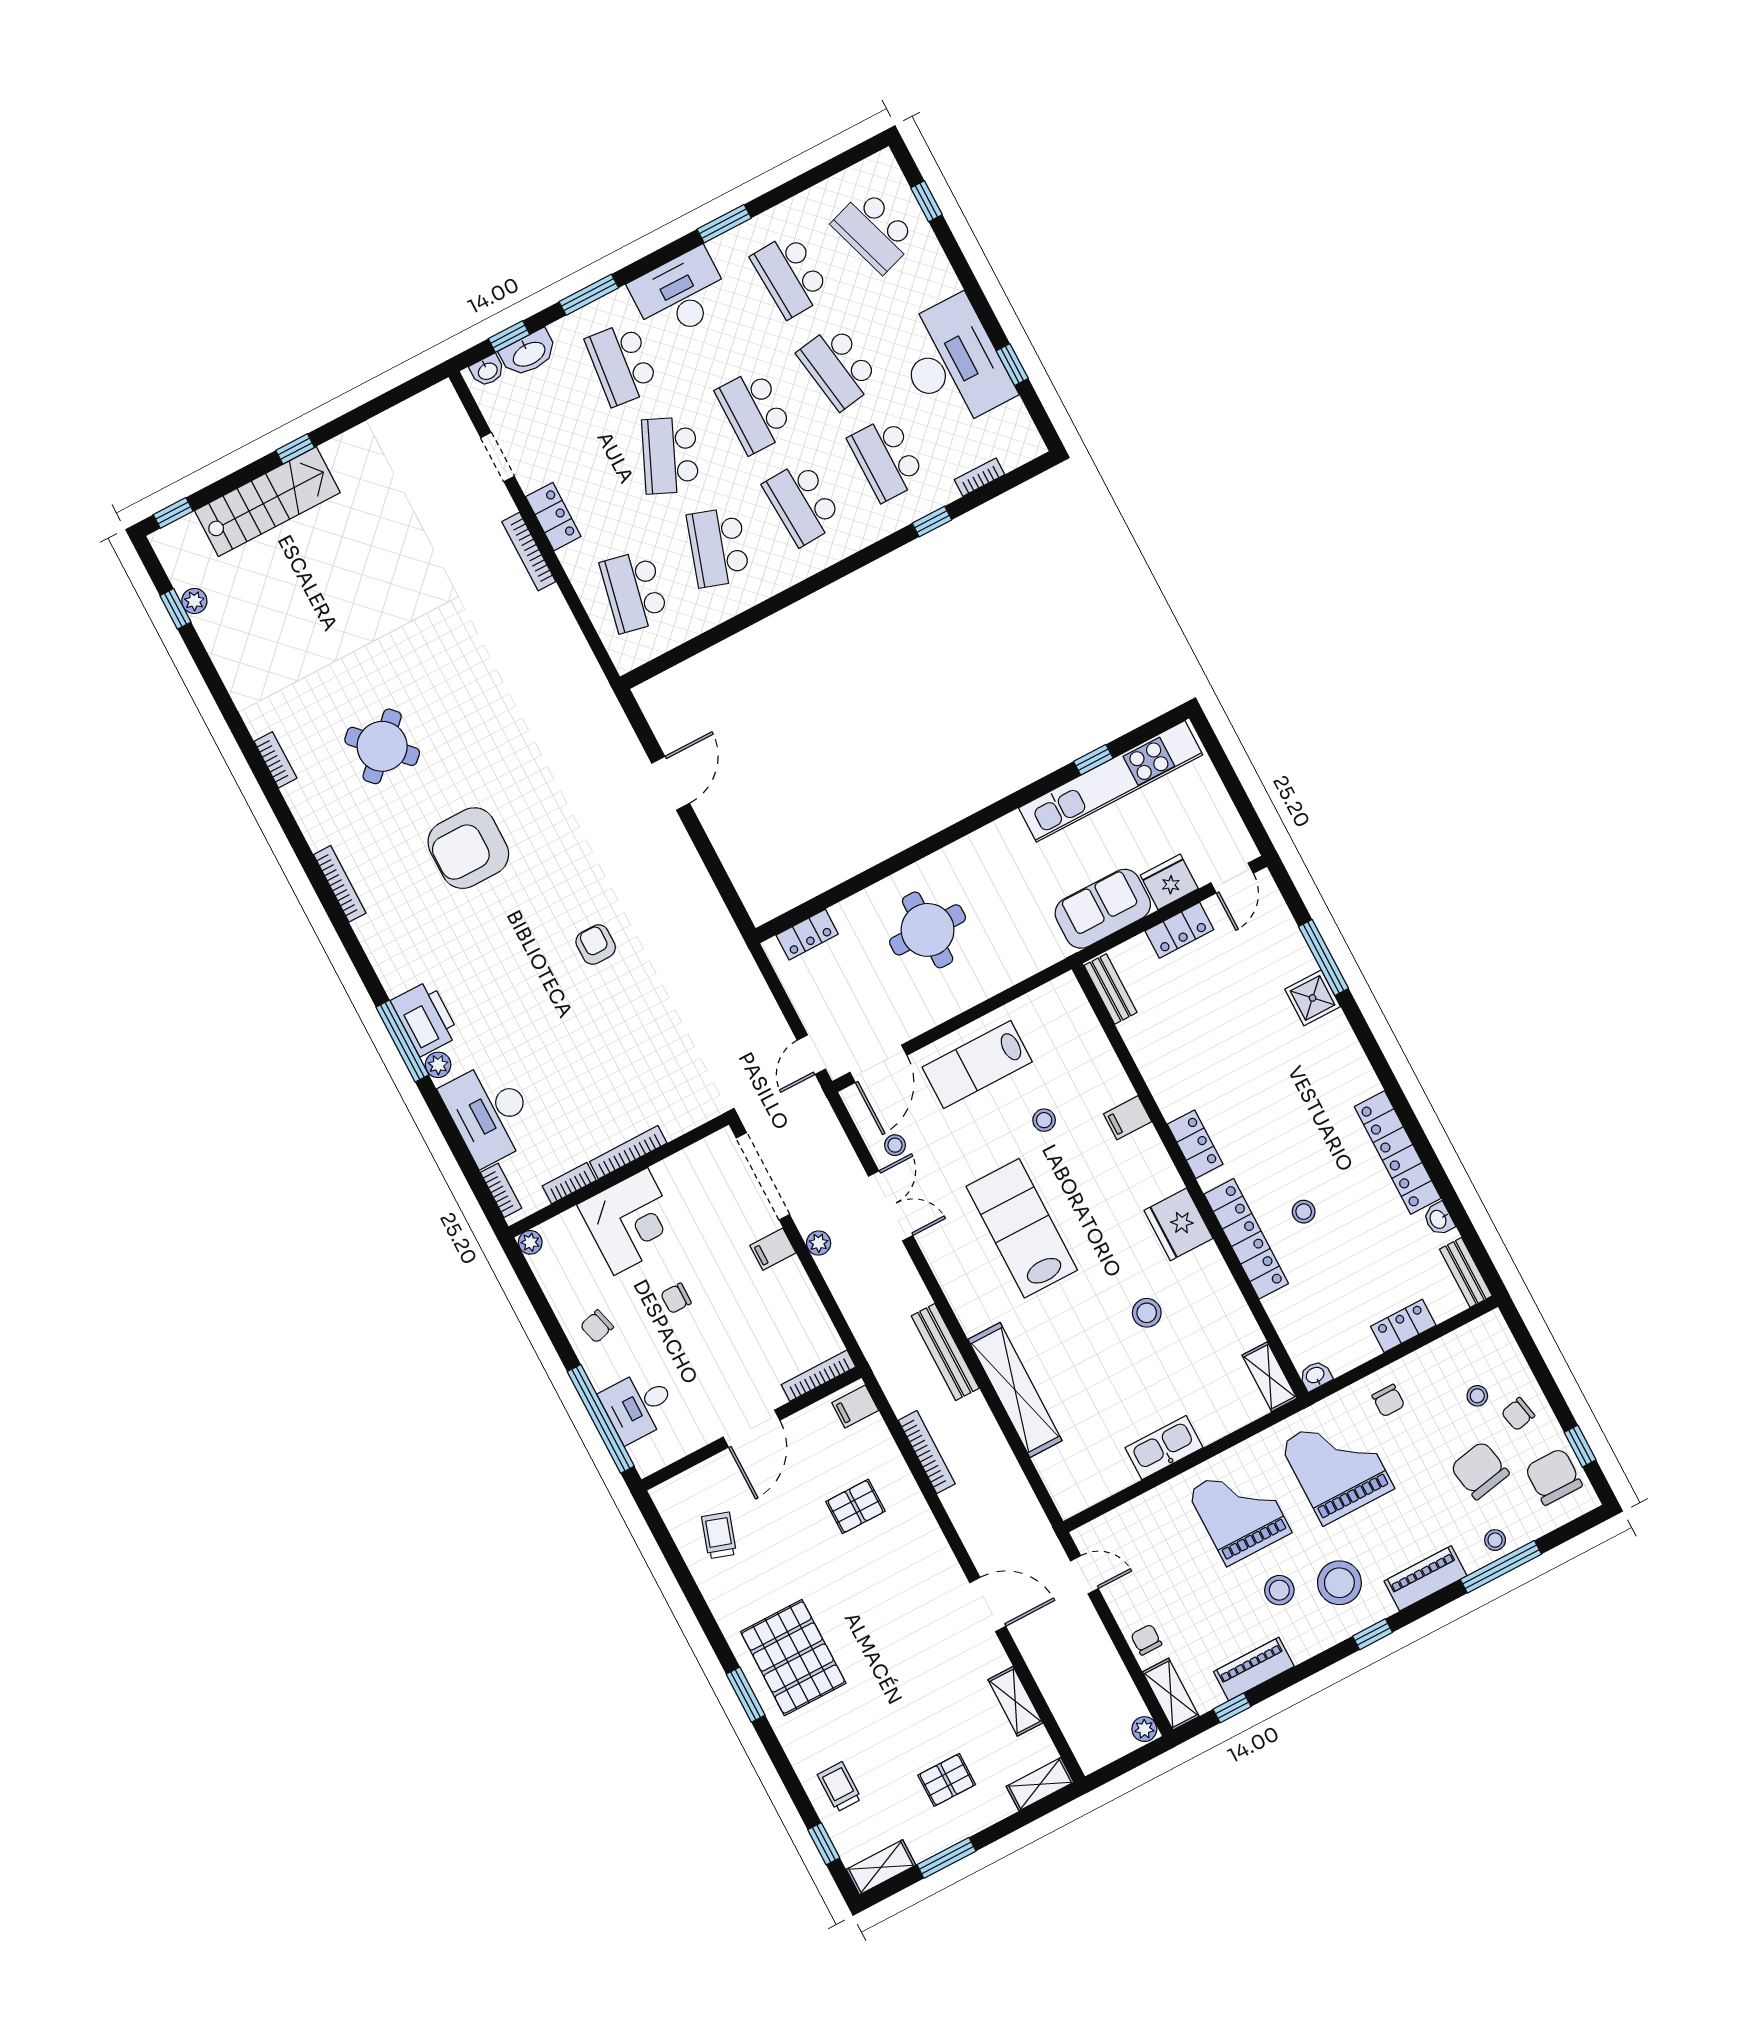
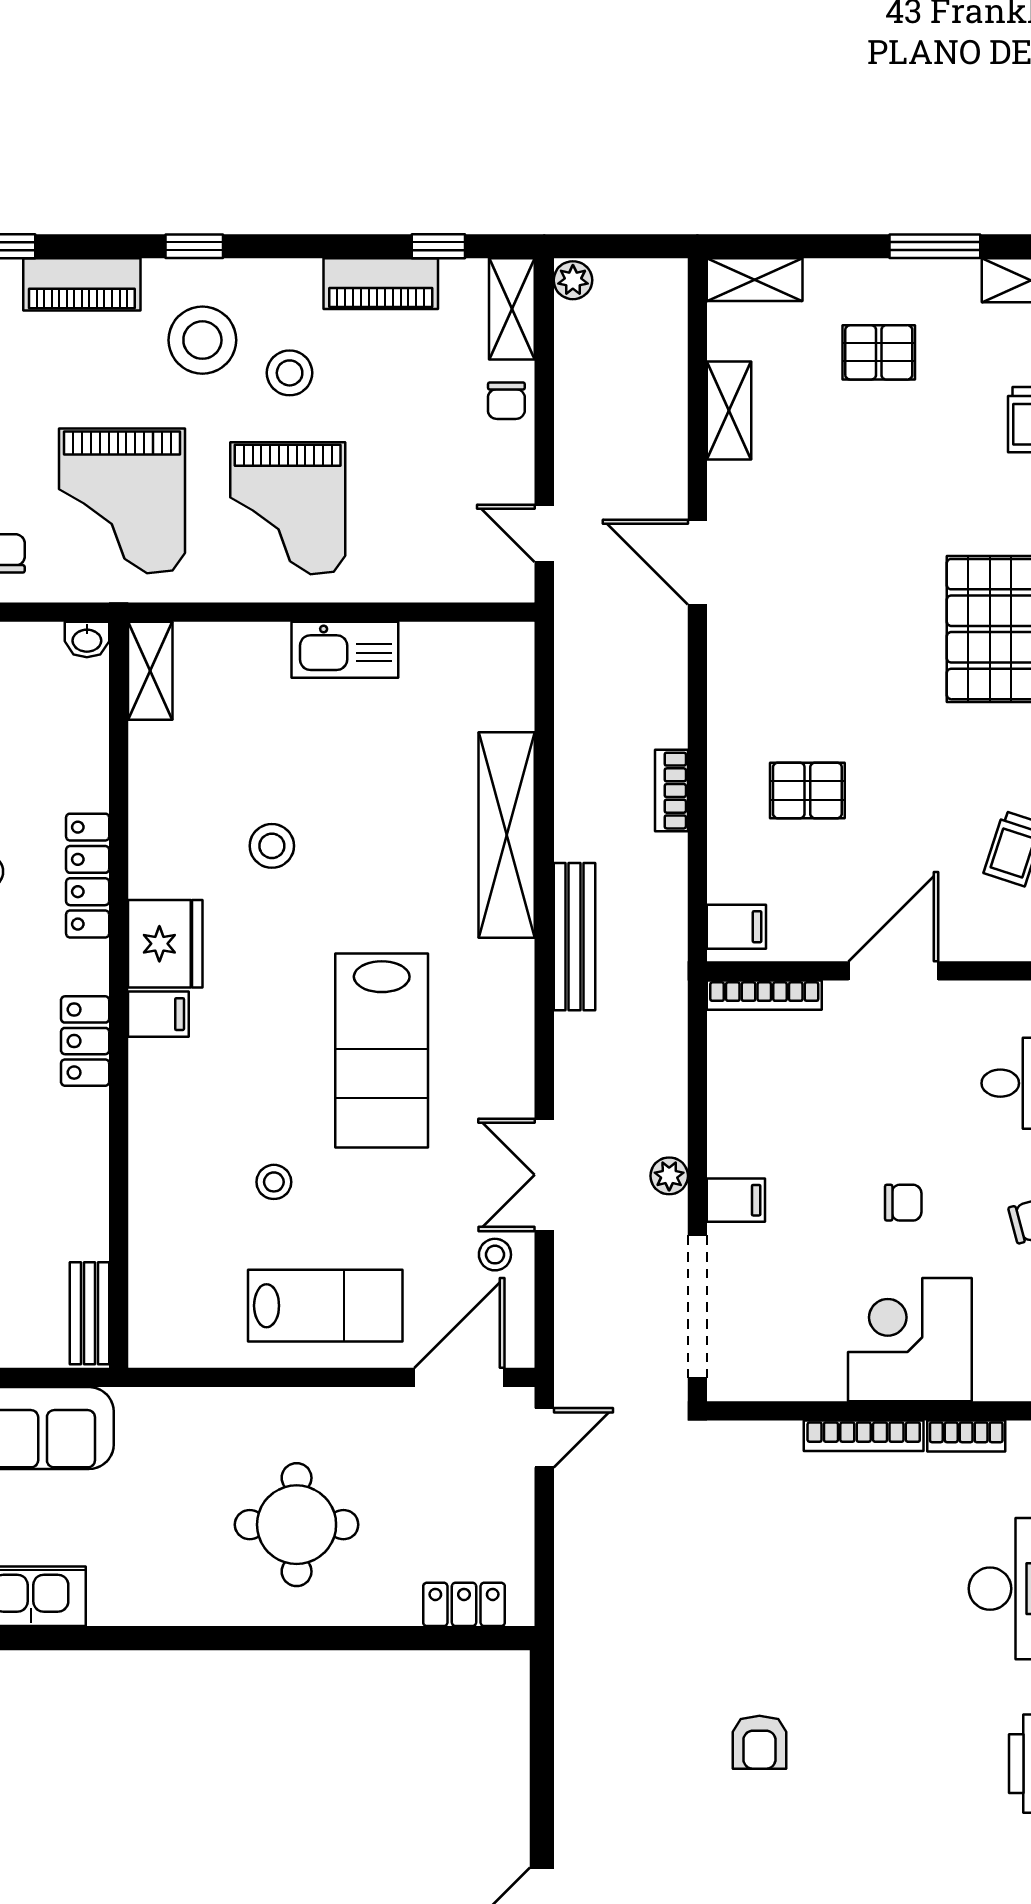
filing cabinet: (1128, 1118) -> (158, 1014), moved
locker: (1246, 1239) -> (88, 876), width x0.71, depth x0.83
bookcase: (927, 1452) -> (671, 791), width x0.64

